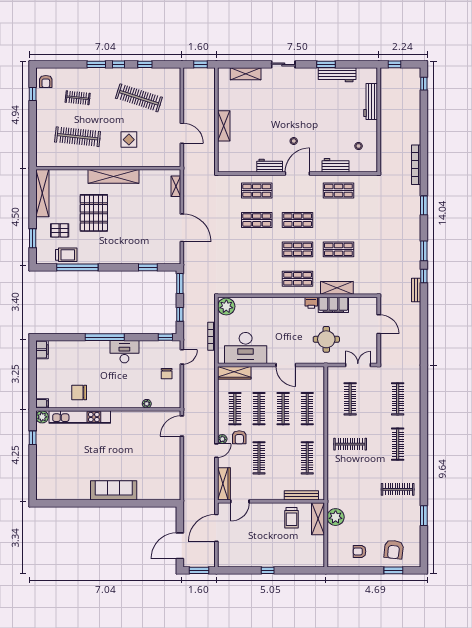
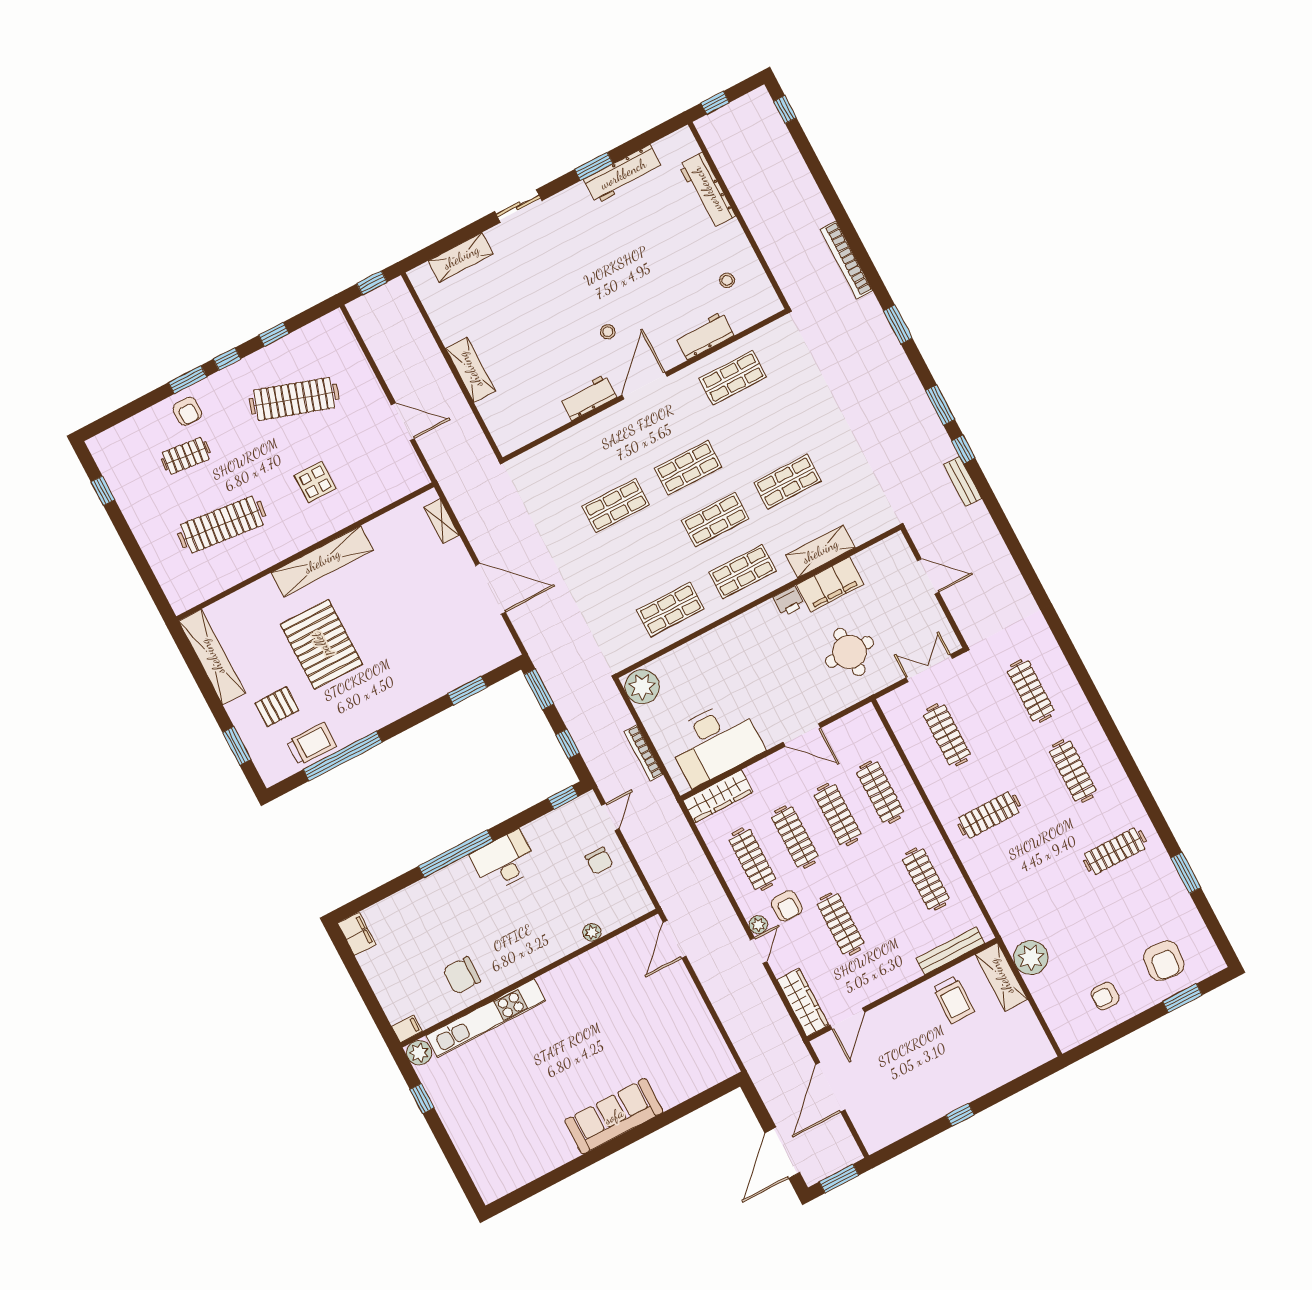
armchair: (46, 81) -> (187, 411), moved
shop shelf: (257, 191) -> (670, 610), moved

